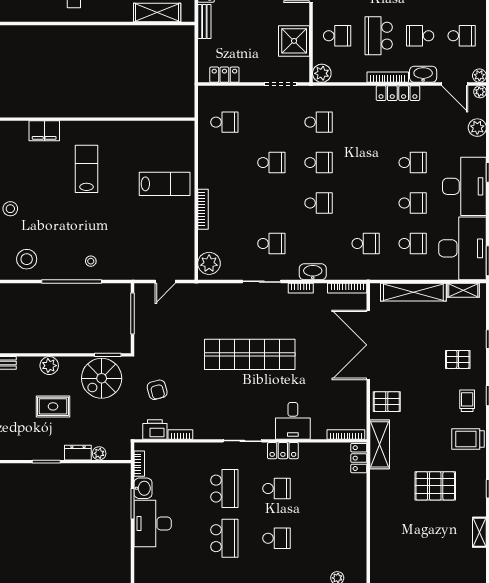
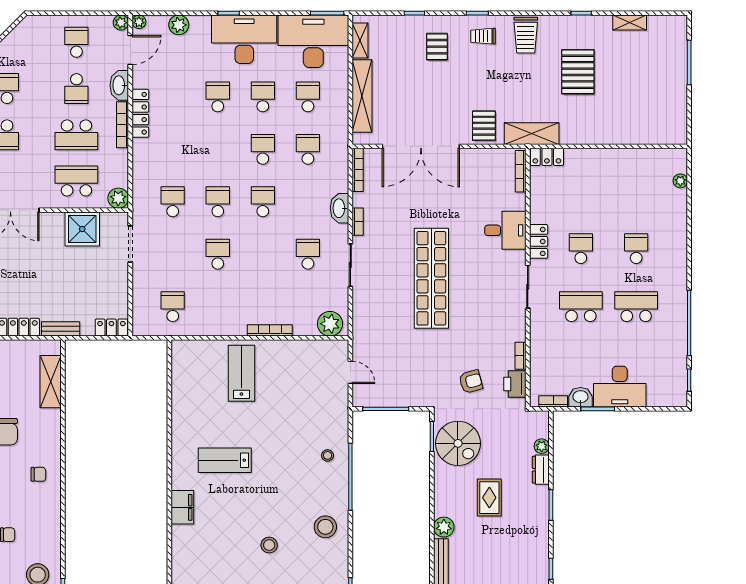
school desk: (337, 36) -> (76, 181), width x1.85
locker: (224, 75) -> (111, 328), moved, turned 90
school desk: (366, 203) -> (263, 149), added
plant: (49, 366) -> (444, 527), moved

